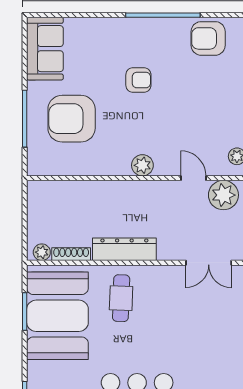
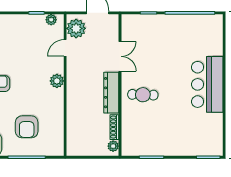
armchair: (72, 119) -> (27, 127), width x0.73, depth x0.73
double door: (209, 263) -> (120, 56), moved
booth: (57, 316) -> (154, 136), removed

